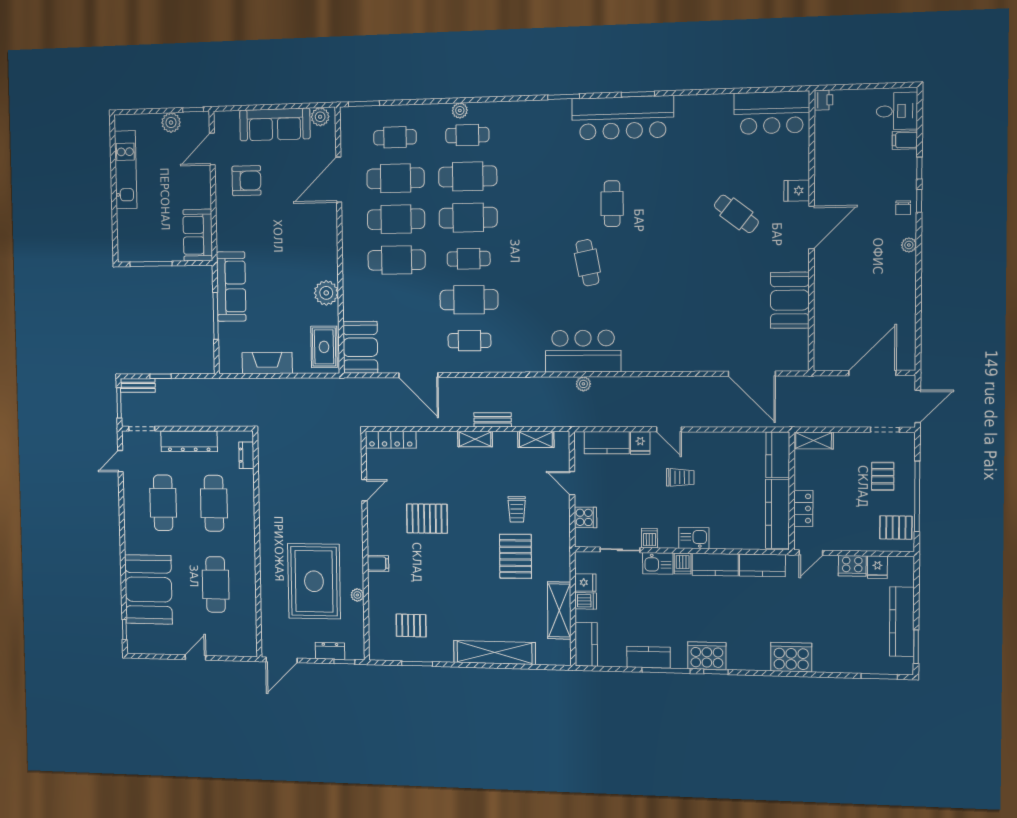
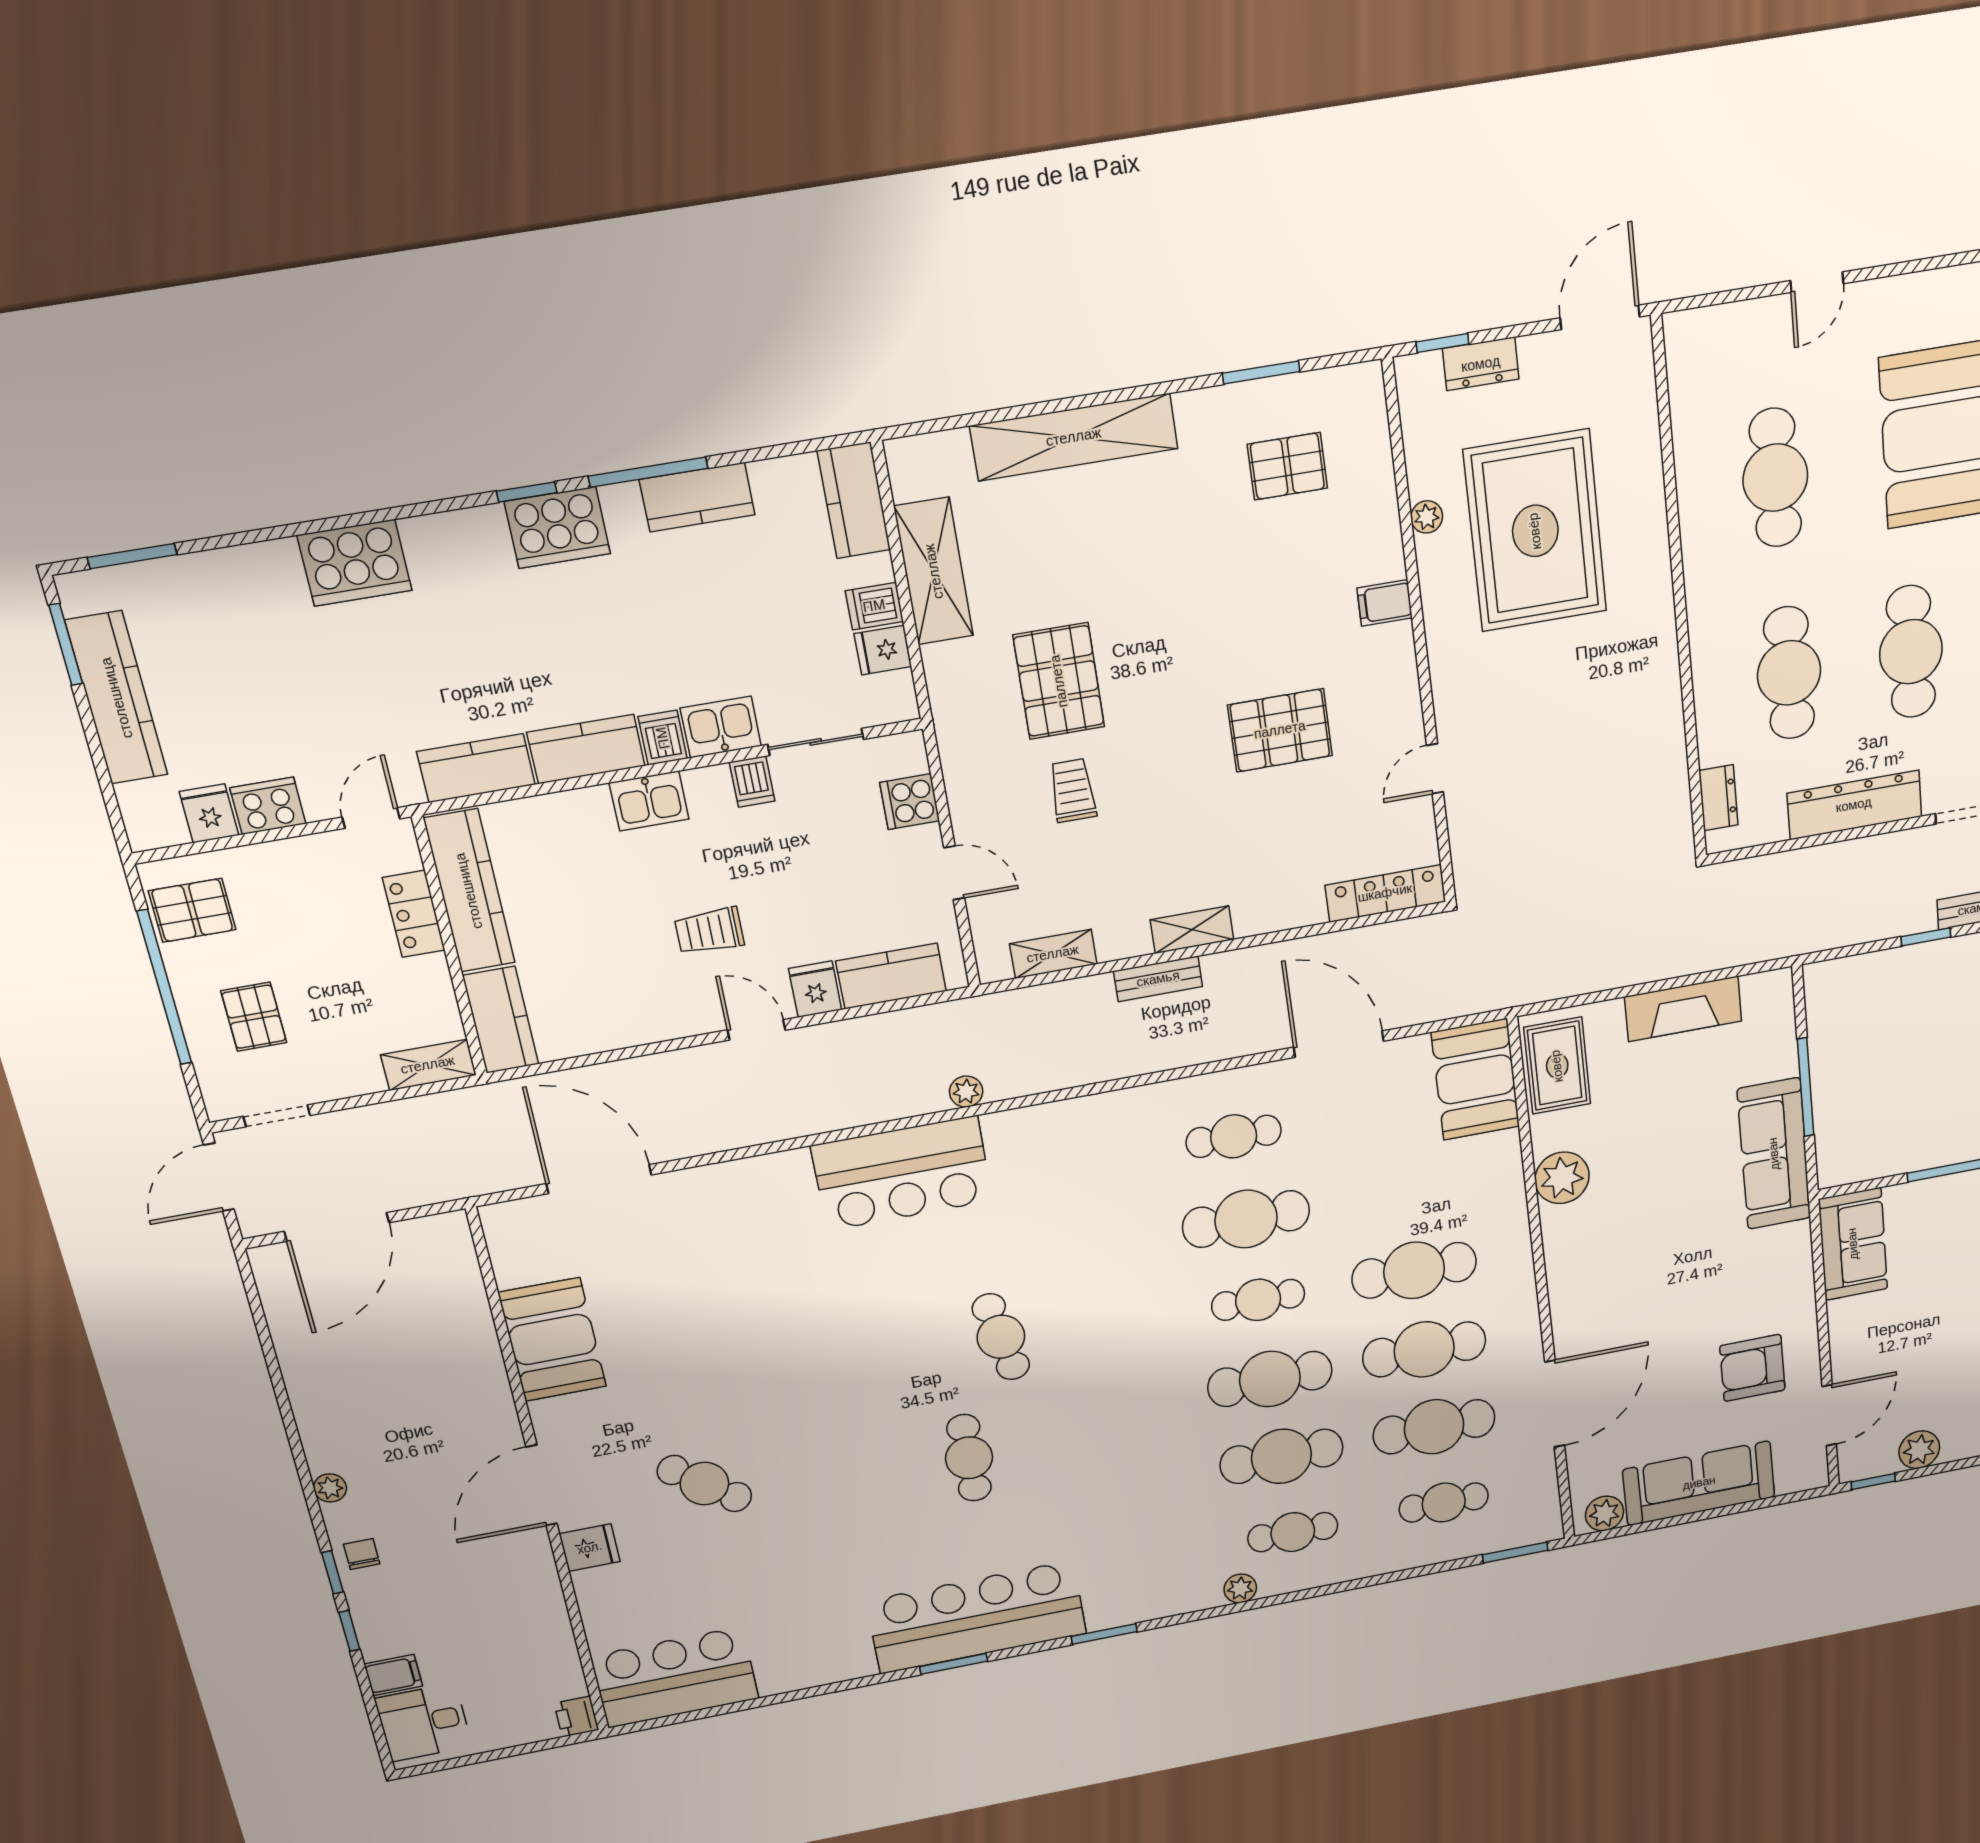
plant: (460, 110) -> (1240, 1588), moved
bar counter: (583, 351) -> (902, 1173), moved

